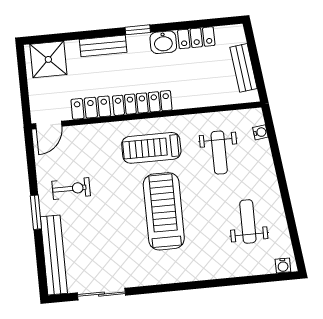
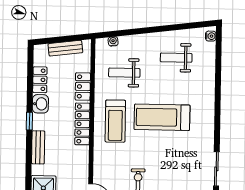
locker: (91, 108) -> (83, 87), moved
weight bench: (219, 153) -> (124, 73), turned 180

